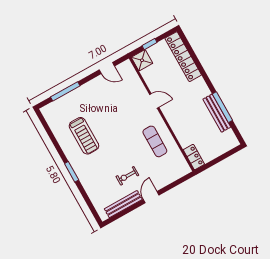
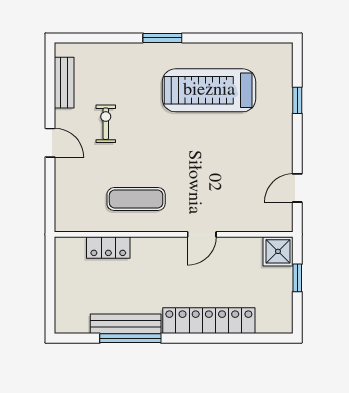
locker: (183, 57) -> (209, 321), moved
window: (65, 91) -> (297, 100), width x0.46
treadmill: (84, 136) -> (209, 90), width x1.37, depth x1.38
locker: (194, 157) -> (108, 247), moved
bench: (123, 204) -> (64, 83), width x0.73

